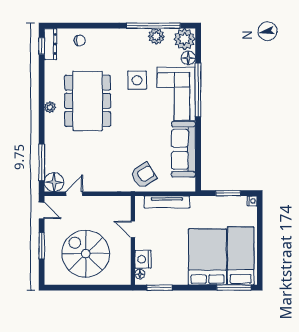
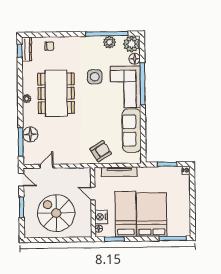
floor lamp: (54, 182) -> (30, 134), moved
bed: (241, 256) -> (126, 214), moved

